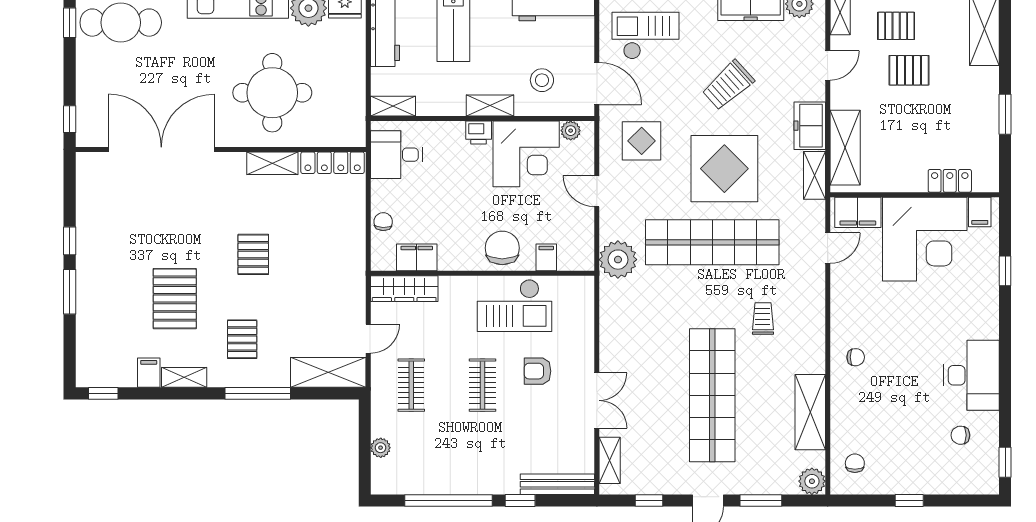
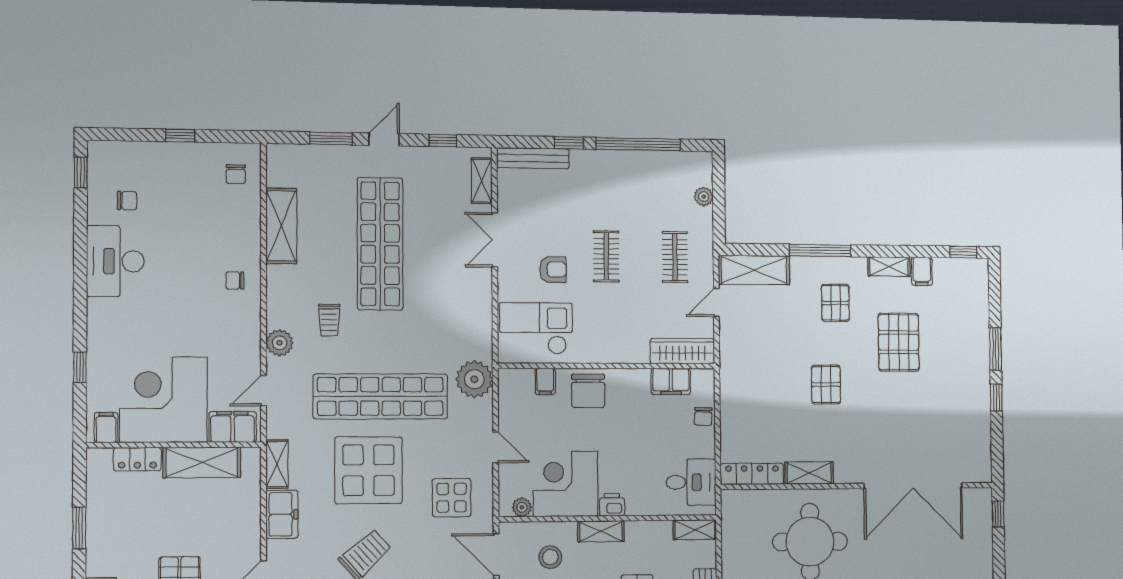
shelving: (845, 148) -> (202, 463), moved, turned 90
checkout: (515, 305) -> (536, 328), moved
plant: (812, 481) -> (280, 343), moved

